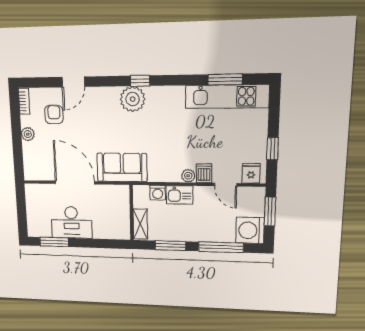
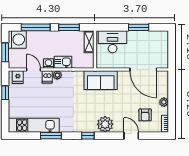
window: (225, 79) -> (51, 136), moved
door: (73, 82) -> (131, 136), hinge flipped
plant: (133, 99) -> (105, 124), moved
door: (75, 183) -> (143, 70), moved
washing machine: (158, 193) -> (49, 64), moved
desk: (72, 222) -> (113, 42), moved
window: (54, 242) -> (139, 27), moved

